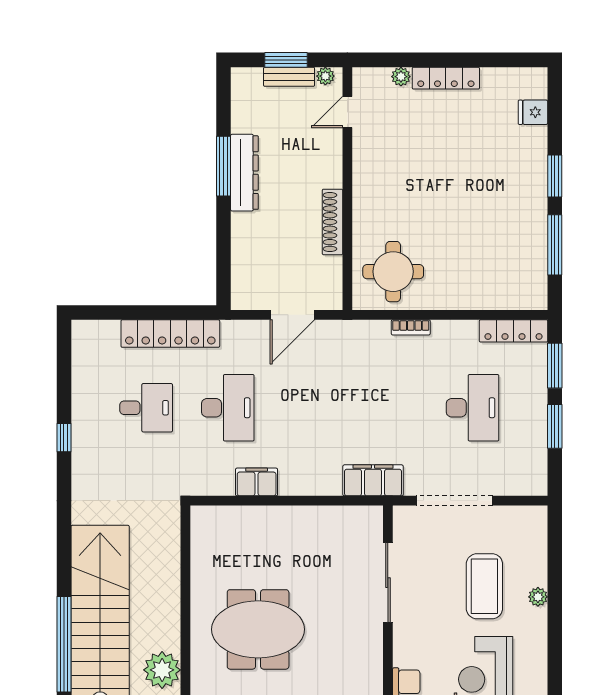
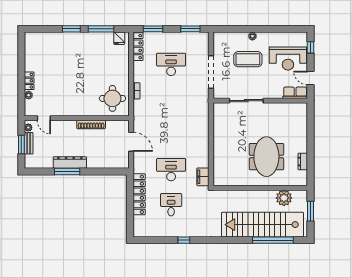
locker: (446, 78) -> (29, 81), width x0.66
fridge: (533, 112) -> (119, 38), moved
window: (555, 426) -> (190, 29), moved
filing cabinet: (373, 480) -> (202, 107), removed
filing cabinet: (257, 482) -> (203, 177), moved

